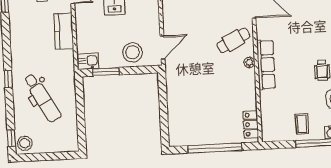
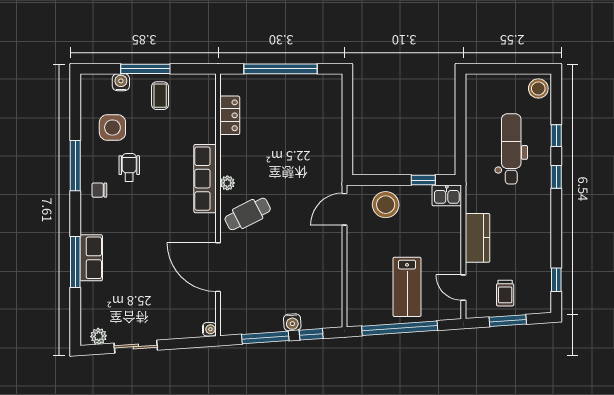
window: (106, 72) -> (423, 180), width x0.67
dental chair: (42, 98) -> (511, 149), turned 30
locker: (251, 124) -> (230, 115), moved
window: (11, 138) -> (556, 136), moved

